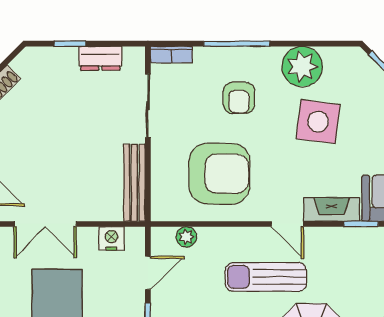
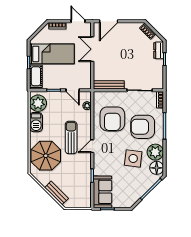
dresser: (100, 58) -> (159, 50), moved
floor lamp: (341, 63) -> (157, 168), added
armchair: (239, 98) -> (143, 127), width x1.88, depth x1.88
fireplace: (332, 209) -> (98, 164), removed
nightstand: (111, 238) -> (86, 76), removed

